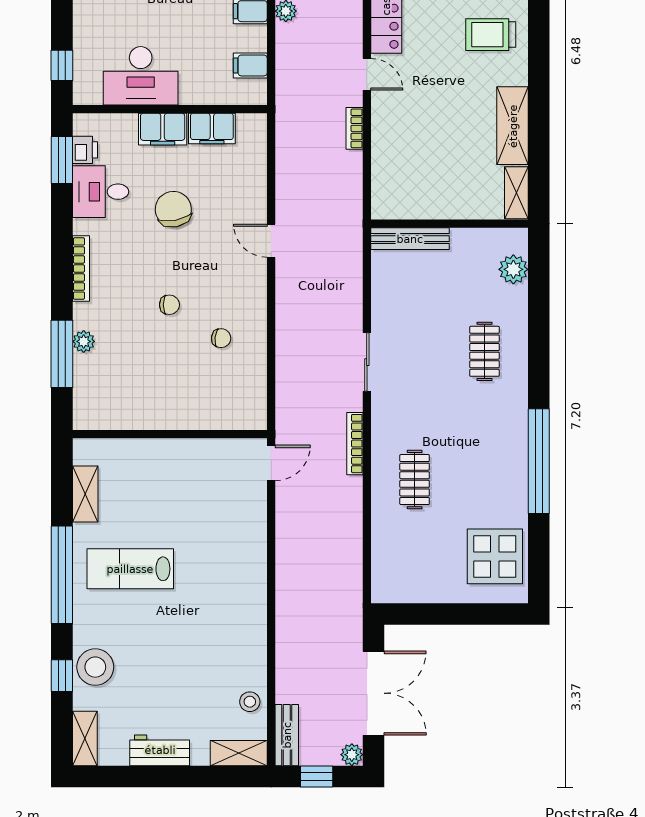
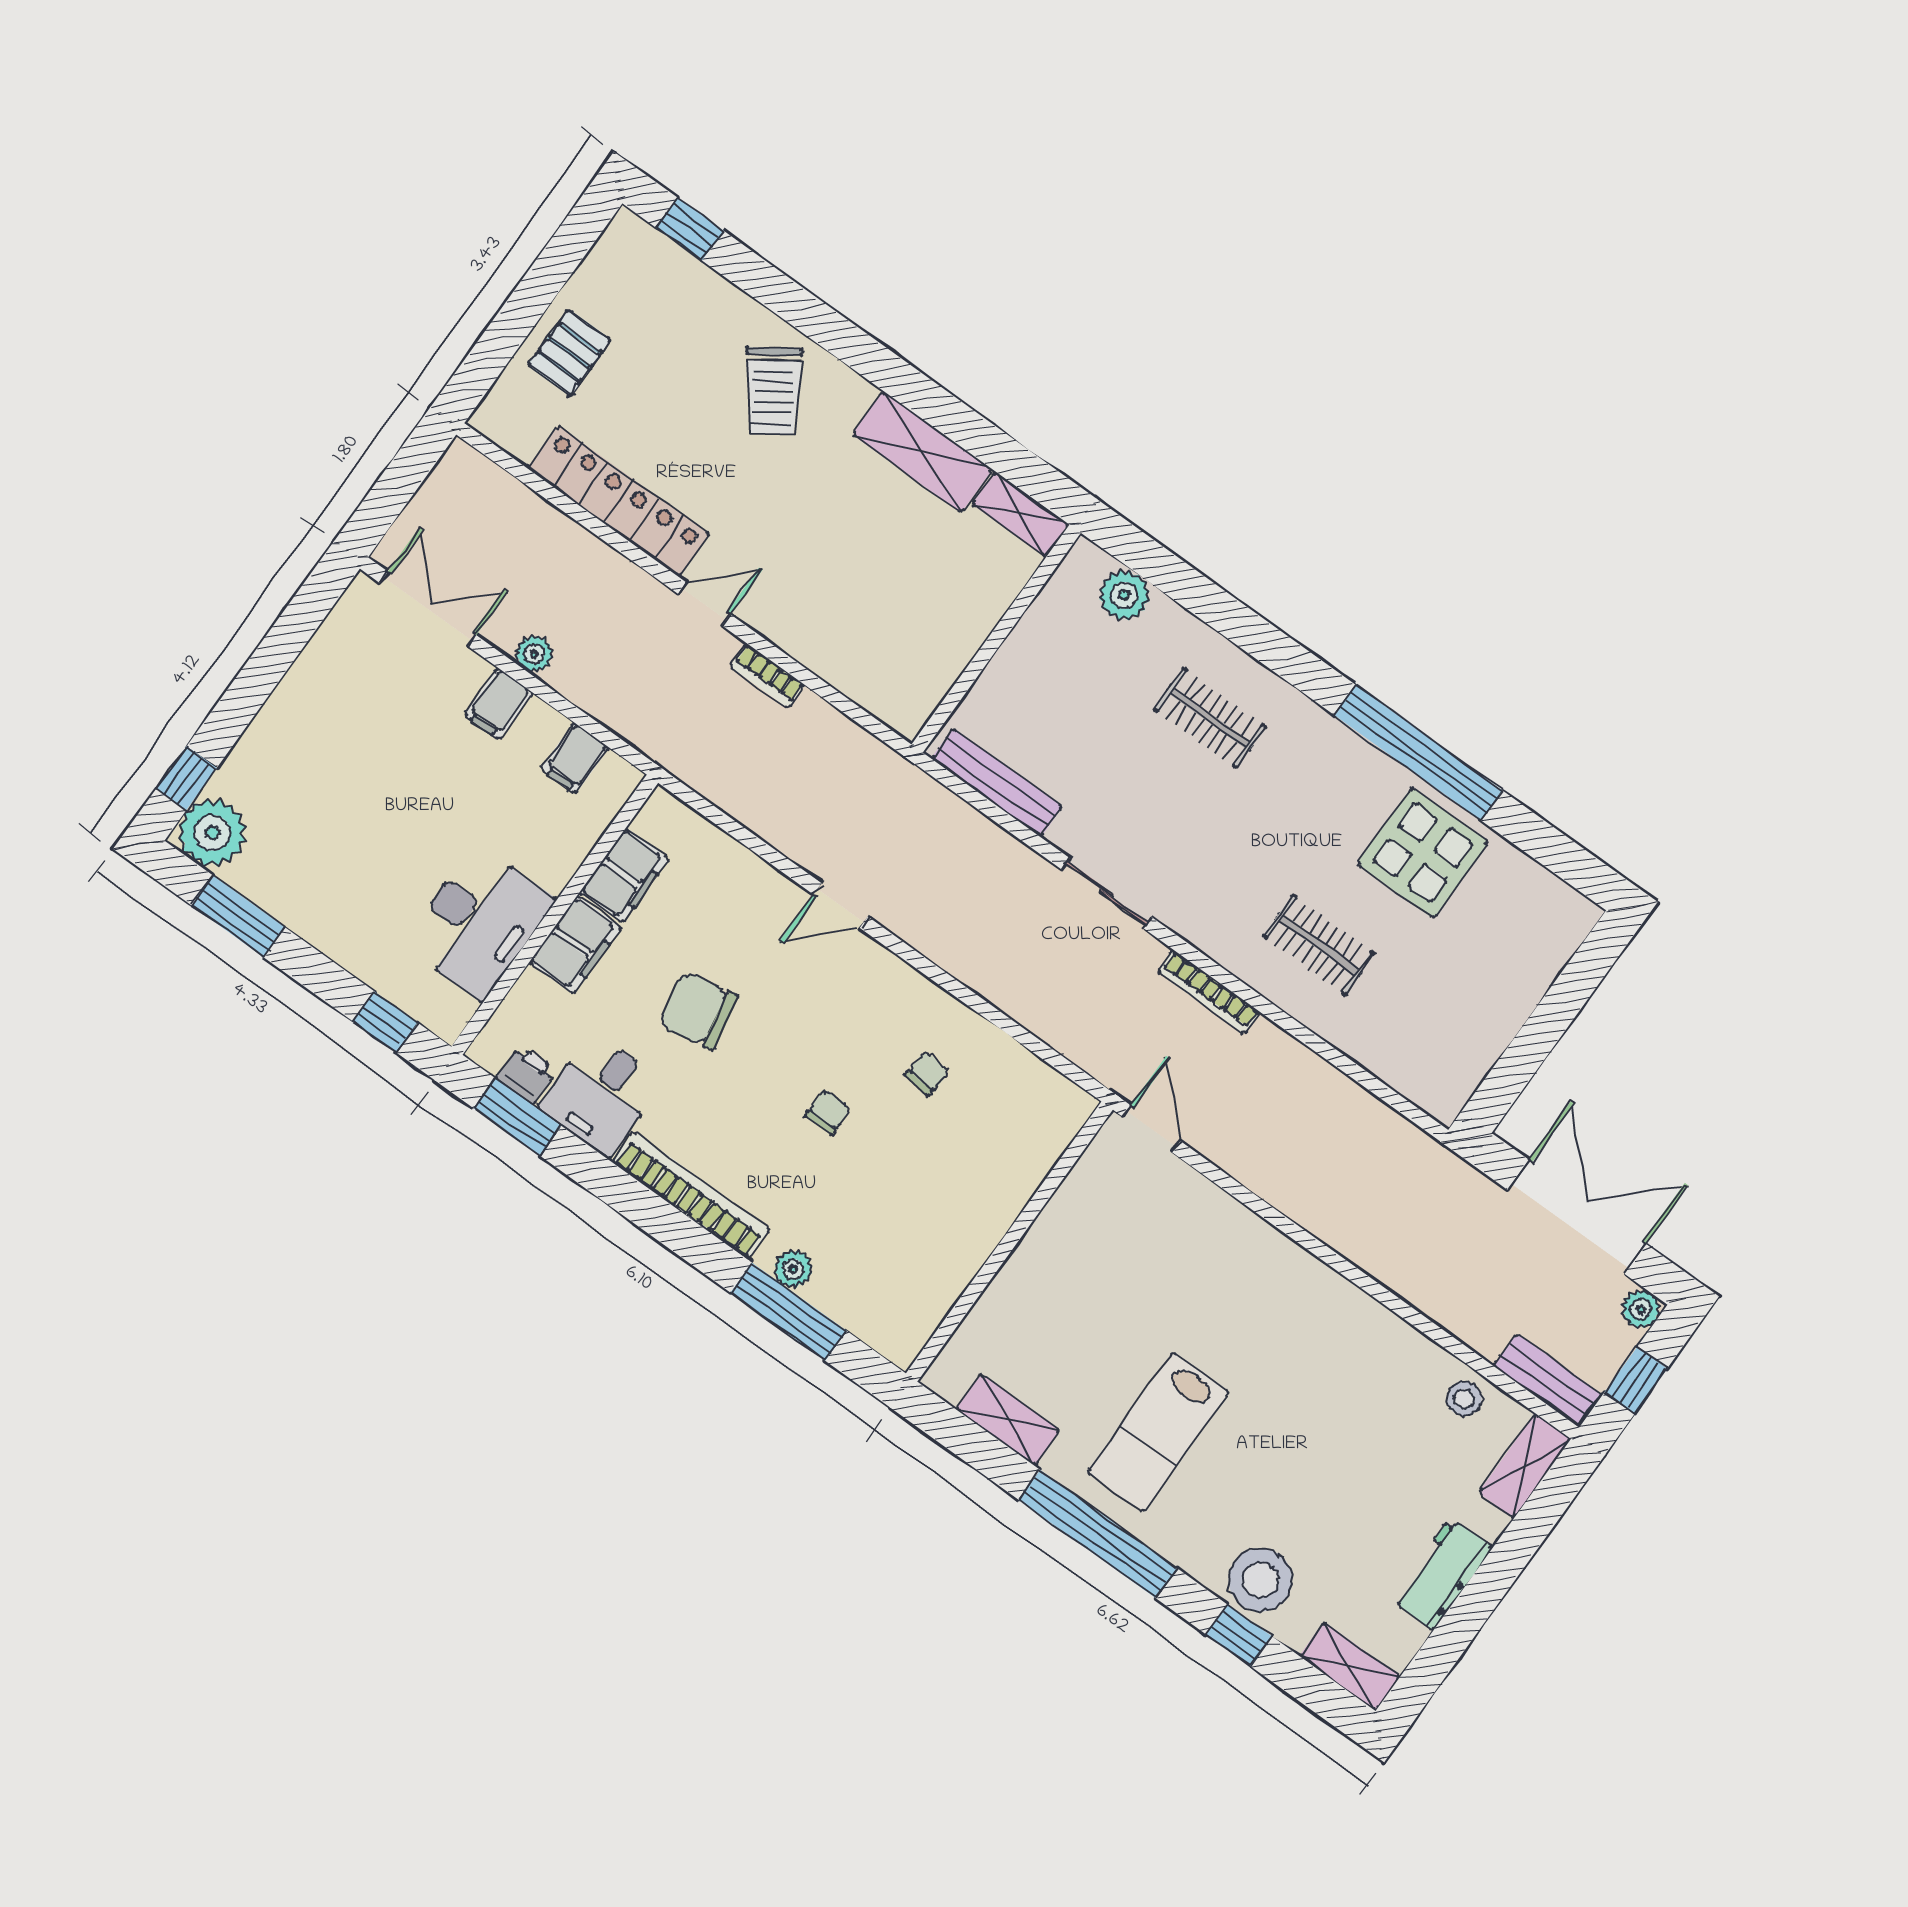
trolley: (491, 35) -> (773, 391), turned -34
bench: (410, 239) -> (997, 783), moved, turned 90
bookcase: (81, 268) -> (691, 1196), width x1.48, depth x1.31
display table: (495, 556) -> (1423, 853), moved

